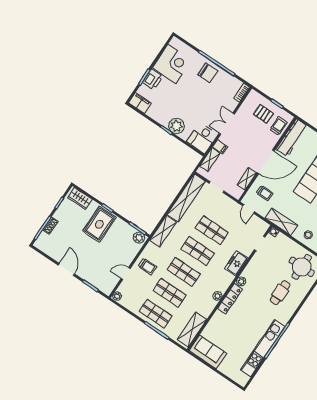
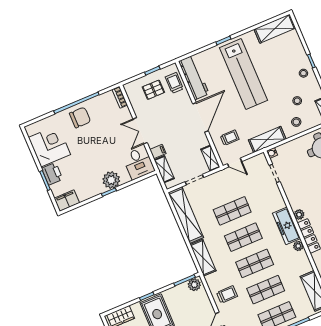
shelving: (247, 179) -> (210, 158), moved
freezer: (236, 263) -> (286, 226), moved, width x1.40

